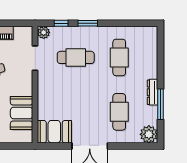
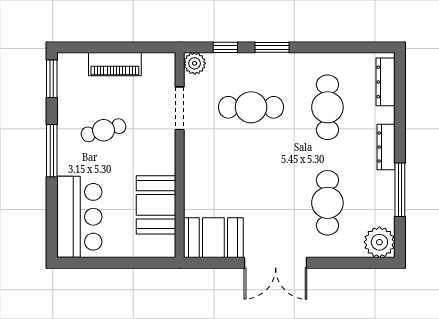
dresser: (152, 43) -> (386, 82), added
dresser: (153, 92) -> (386, 147), moved

